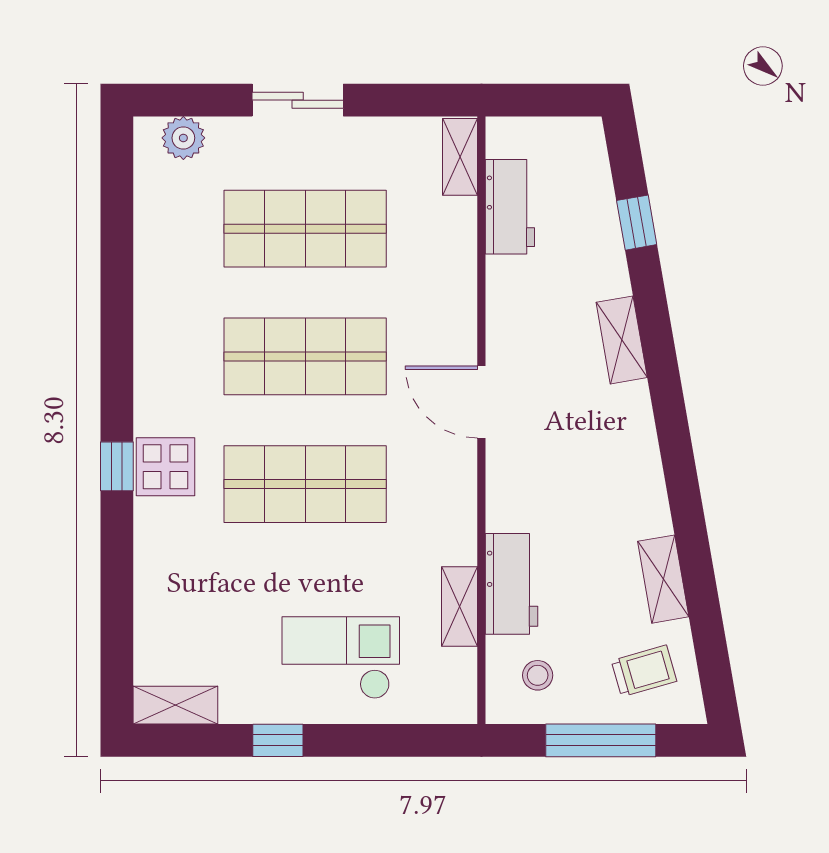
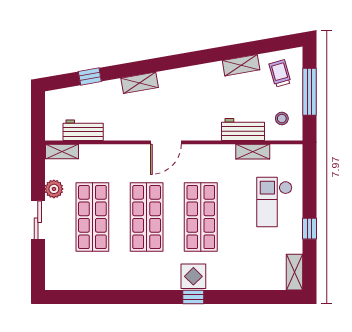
plant: (183, 138) -> (54, 189), moved

